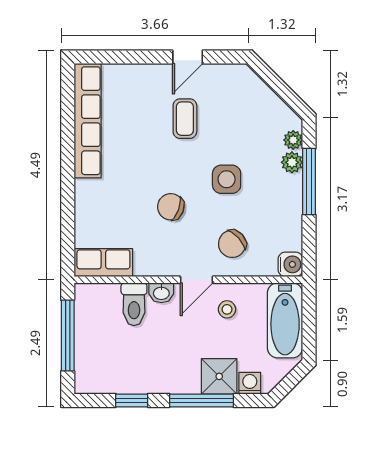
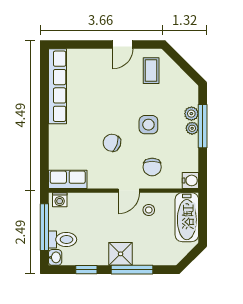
coffee table: (185, 119) -> (151, 71), moved
plant: (293, 140) -> (192, 128), moved
chair: (232, 244) -> (152, 167), turned -48
washbasin: (161, 293) -> (55, 257), moved, turned -90
toilet: (134, 304) -> (63, 239), moved, turned -90
shower: (219, 376) -> (121, 254), moved
washing machine: (250, 383) -> (60, 200), moved, turned 180

